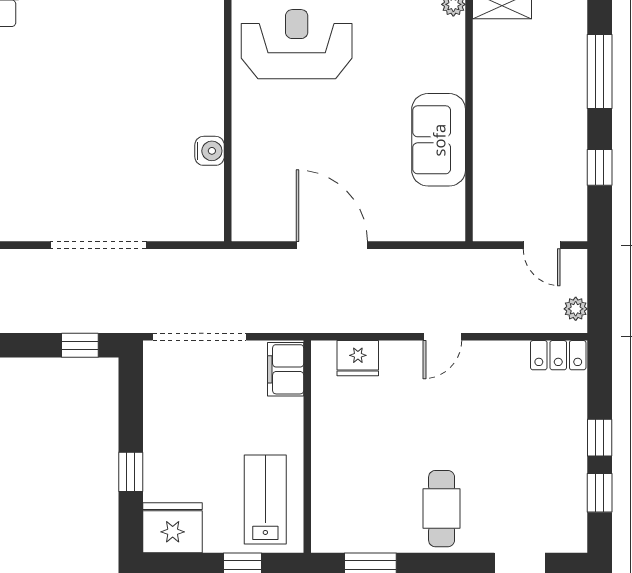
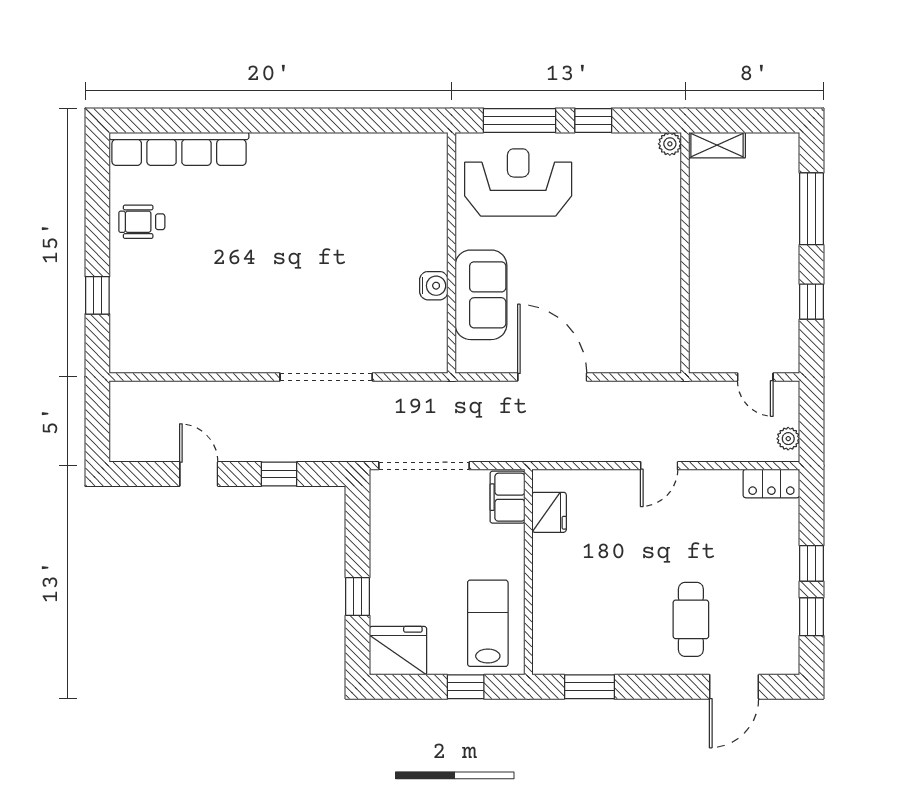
sofa: (439, 140) -> (481, 295), moved, turned 180
window: (80, 345) -> (279, 474), moved
fridge: (358, 358) -> (549, 512), moved, turned -90
cafe table: (442, 509) -> (691, 619), moved

